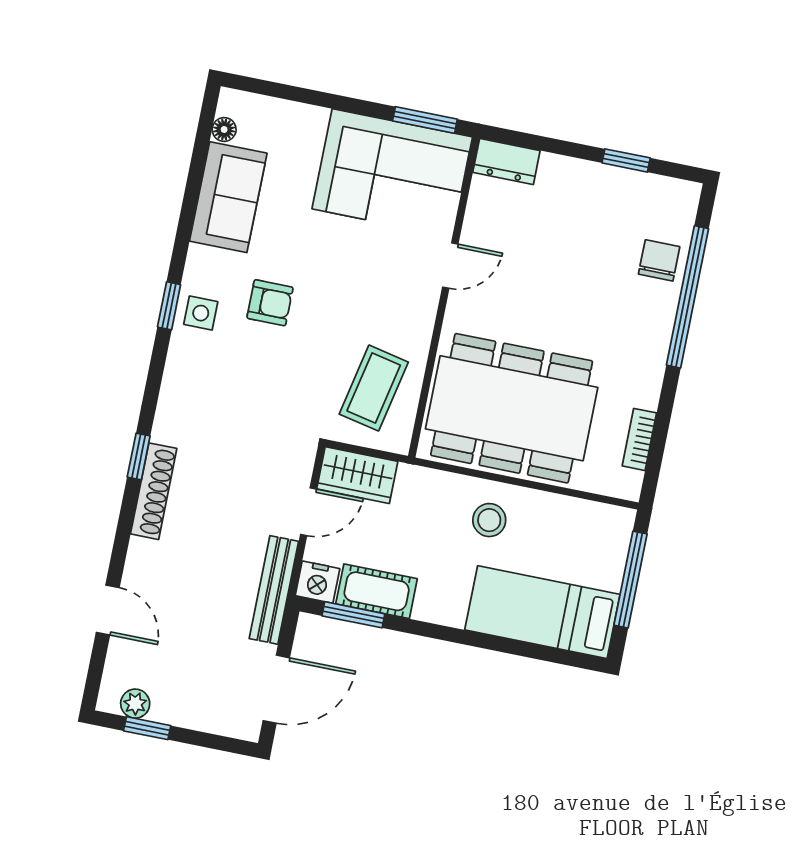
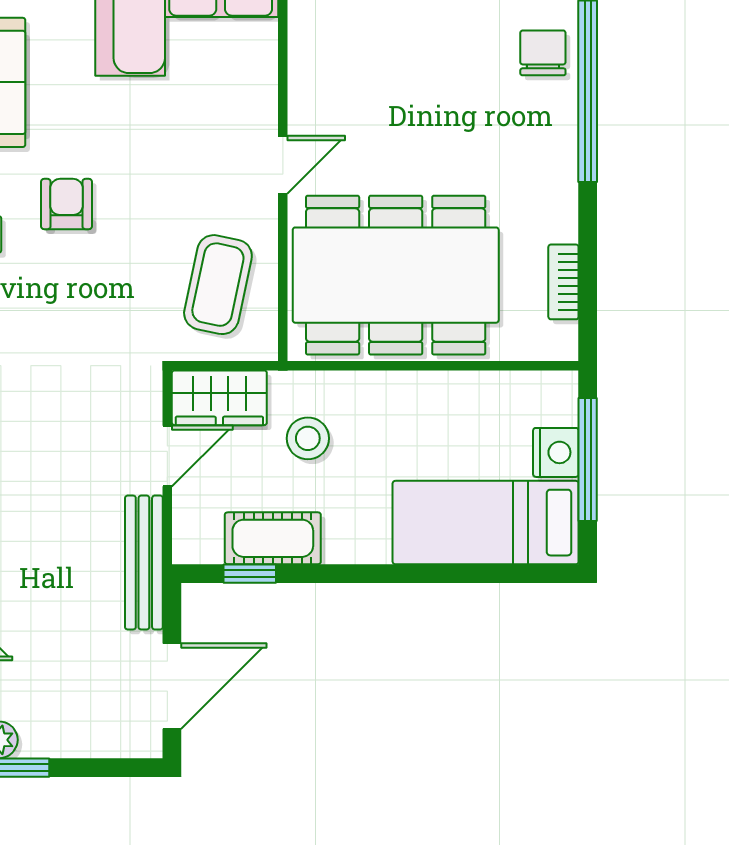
door: (450, 266) -> (283, 165), moved
armchair: (270, 303) -> (67, 204), turned -90
stool: (489, 520) -> (308, 438), moved
nightstand: (318, 582) -> (556, 452), moved, turned -90
window: (353, 615) -> (250, 574), width x0.67

